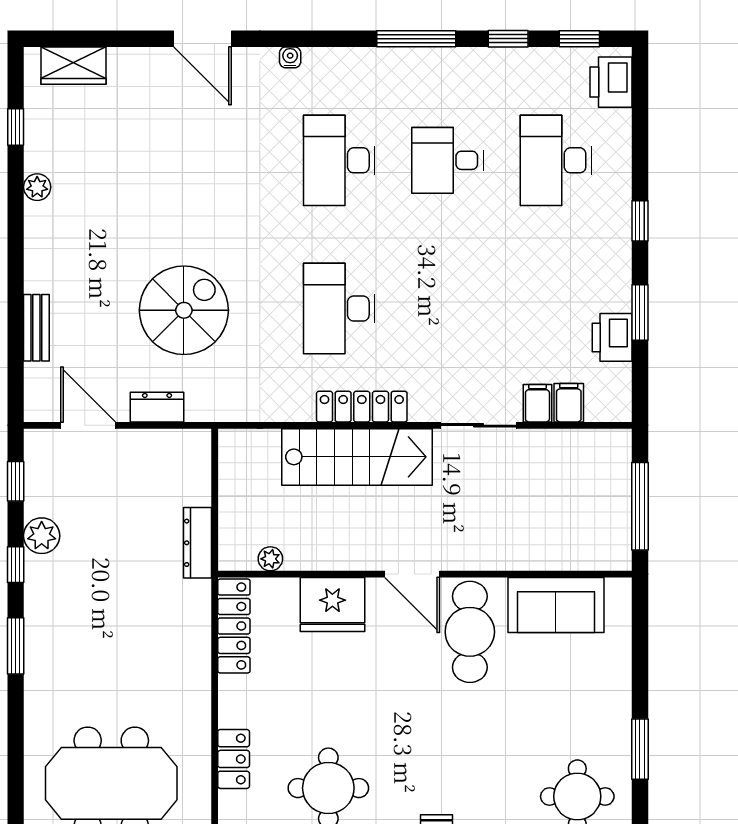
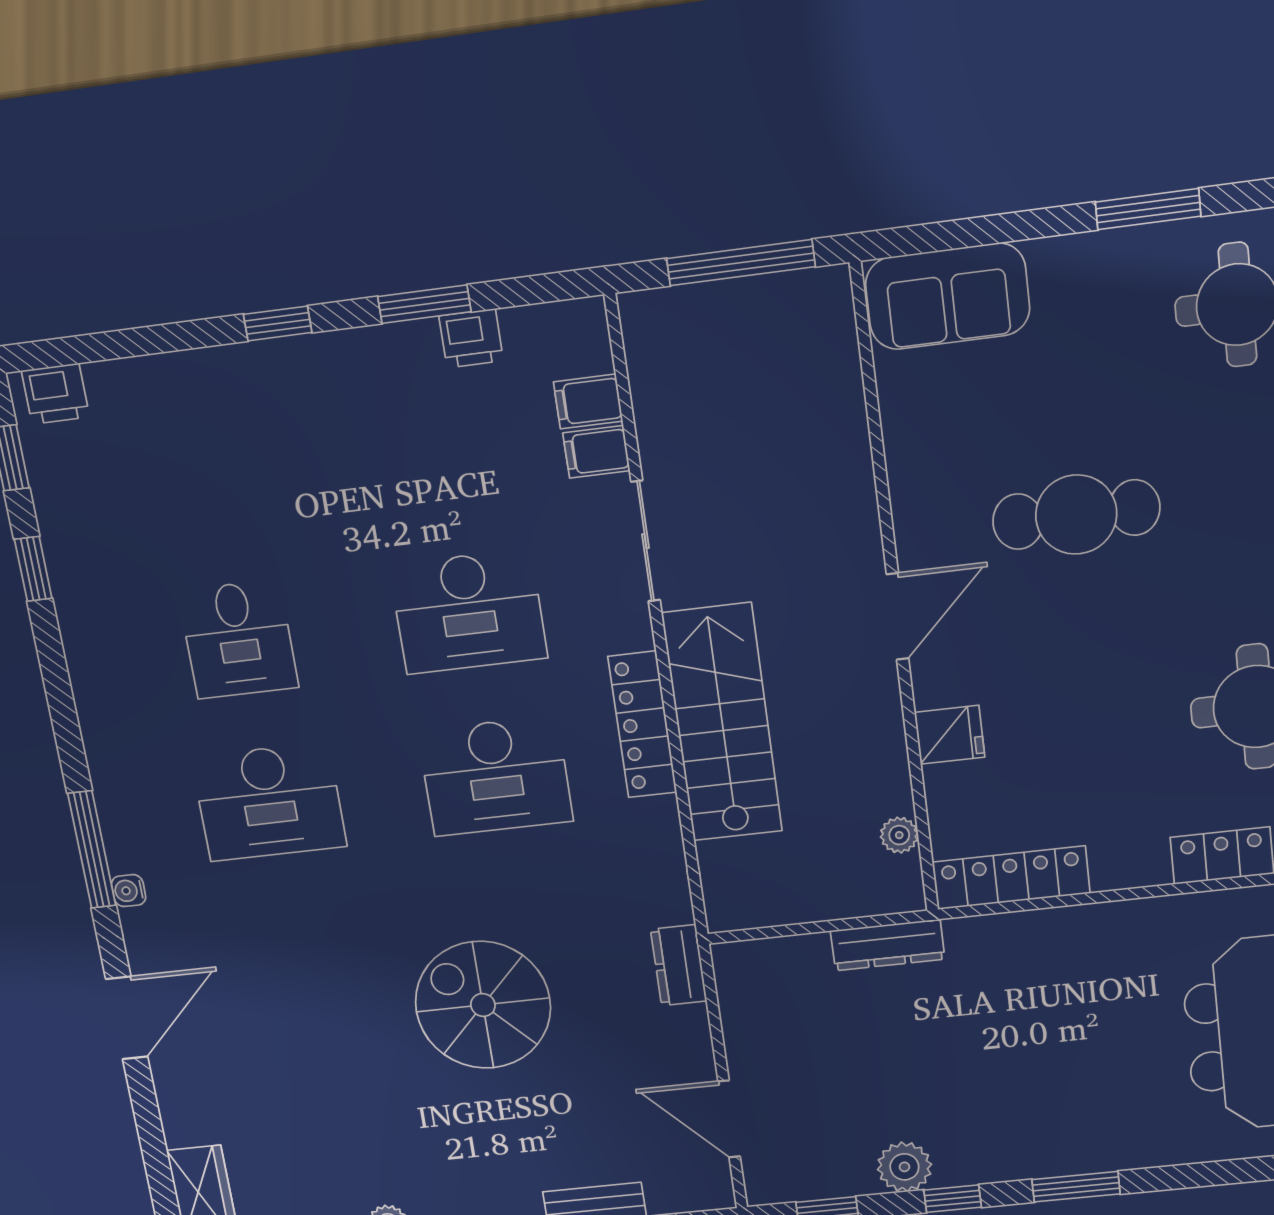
window: (416, 39) -> (92, 850), moved
printer: (611, 82) -> (55, 394), width x0.73, depth x0.81
desk: (556, 160) -> (468, 612), moved
spiral stairs: (184, 310) -> (483, 1005), moved
printer: (612, 337) -> (471, 338), width x0.73, depth x0.81
dresser: (157, 407) -> (679, 965), moved
door: (88, 425) -> (729, 1119), hinge flipped
fridge: (332, 605) -> (950, 735), width x0.53, depth x0.75
sofa: (556, 605) -> (948, 296), moved, turned 90
cafe table: (470, 632) -> (1076, 515), moved

